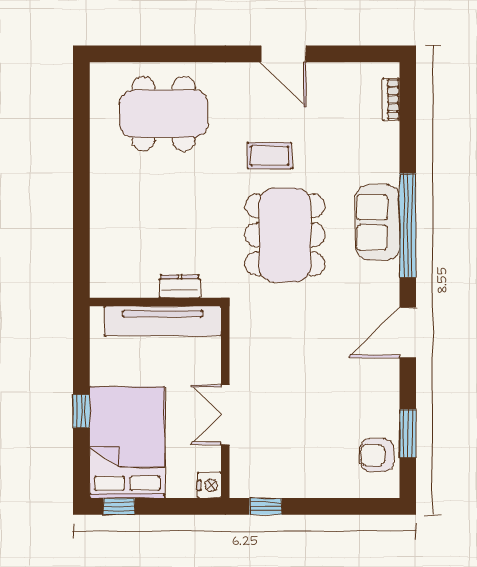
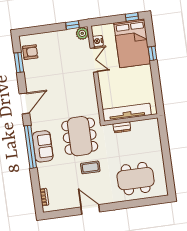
dresser: (180, 286) -> (122, 127), moved
wall: (155, 302) -> (131, 120), moved
tv unit: (163, 321) -> (127, 112), moved
plant: (245, 483) -> (82, 33), added
nightstand: (209, 485) -> (98, 41), moved

